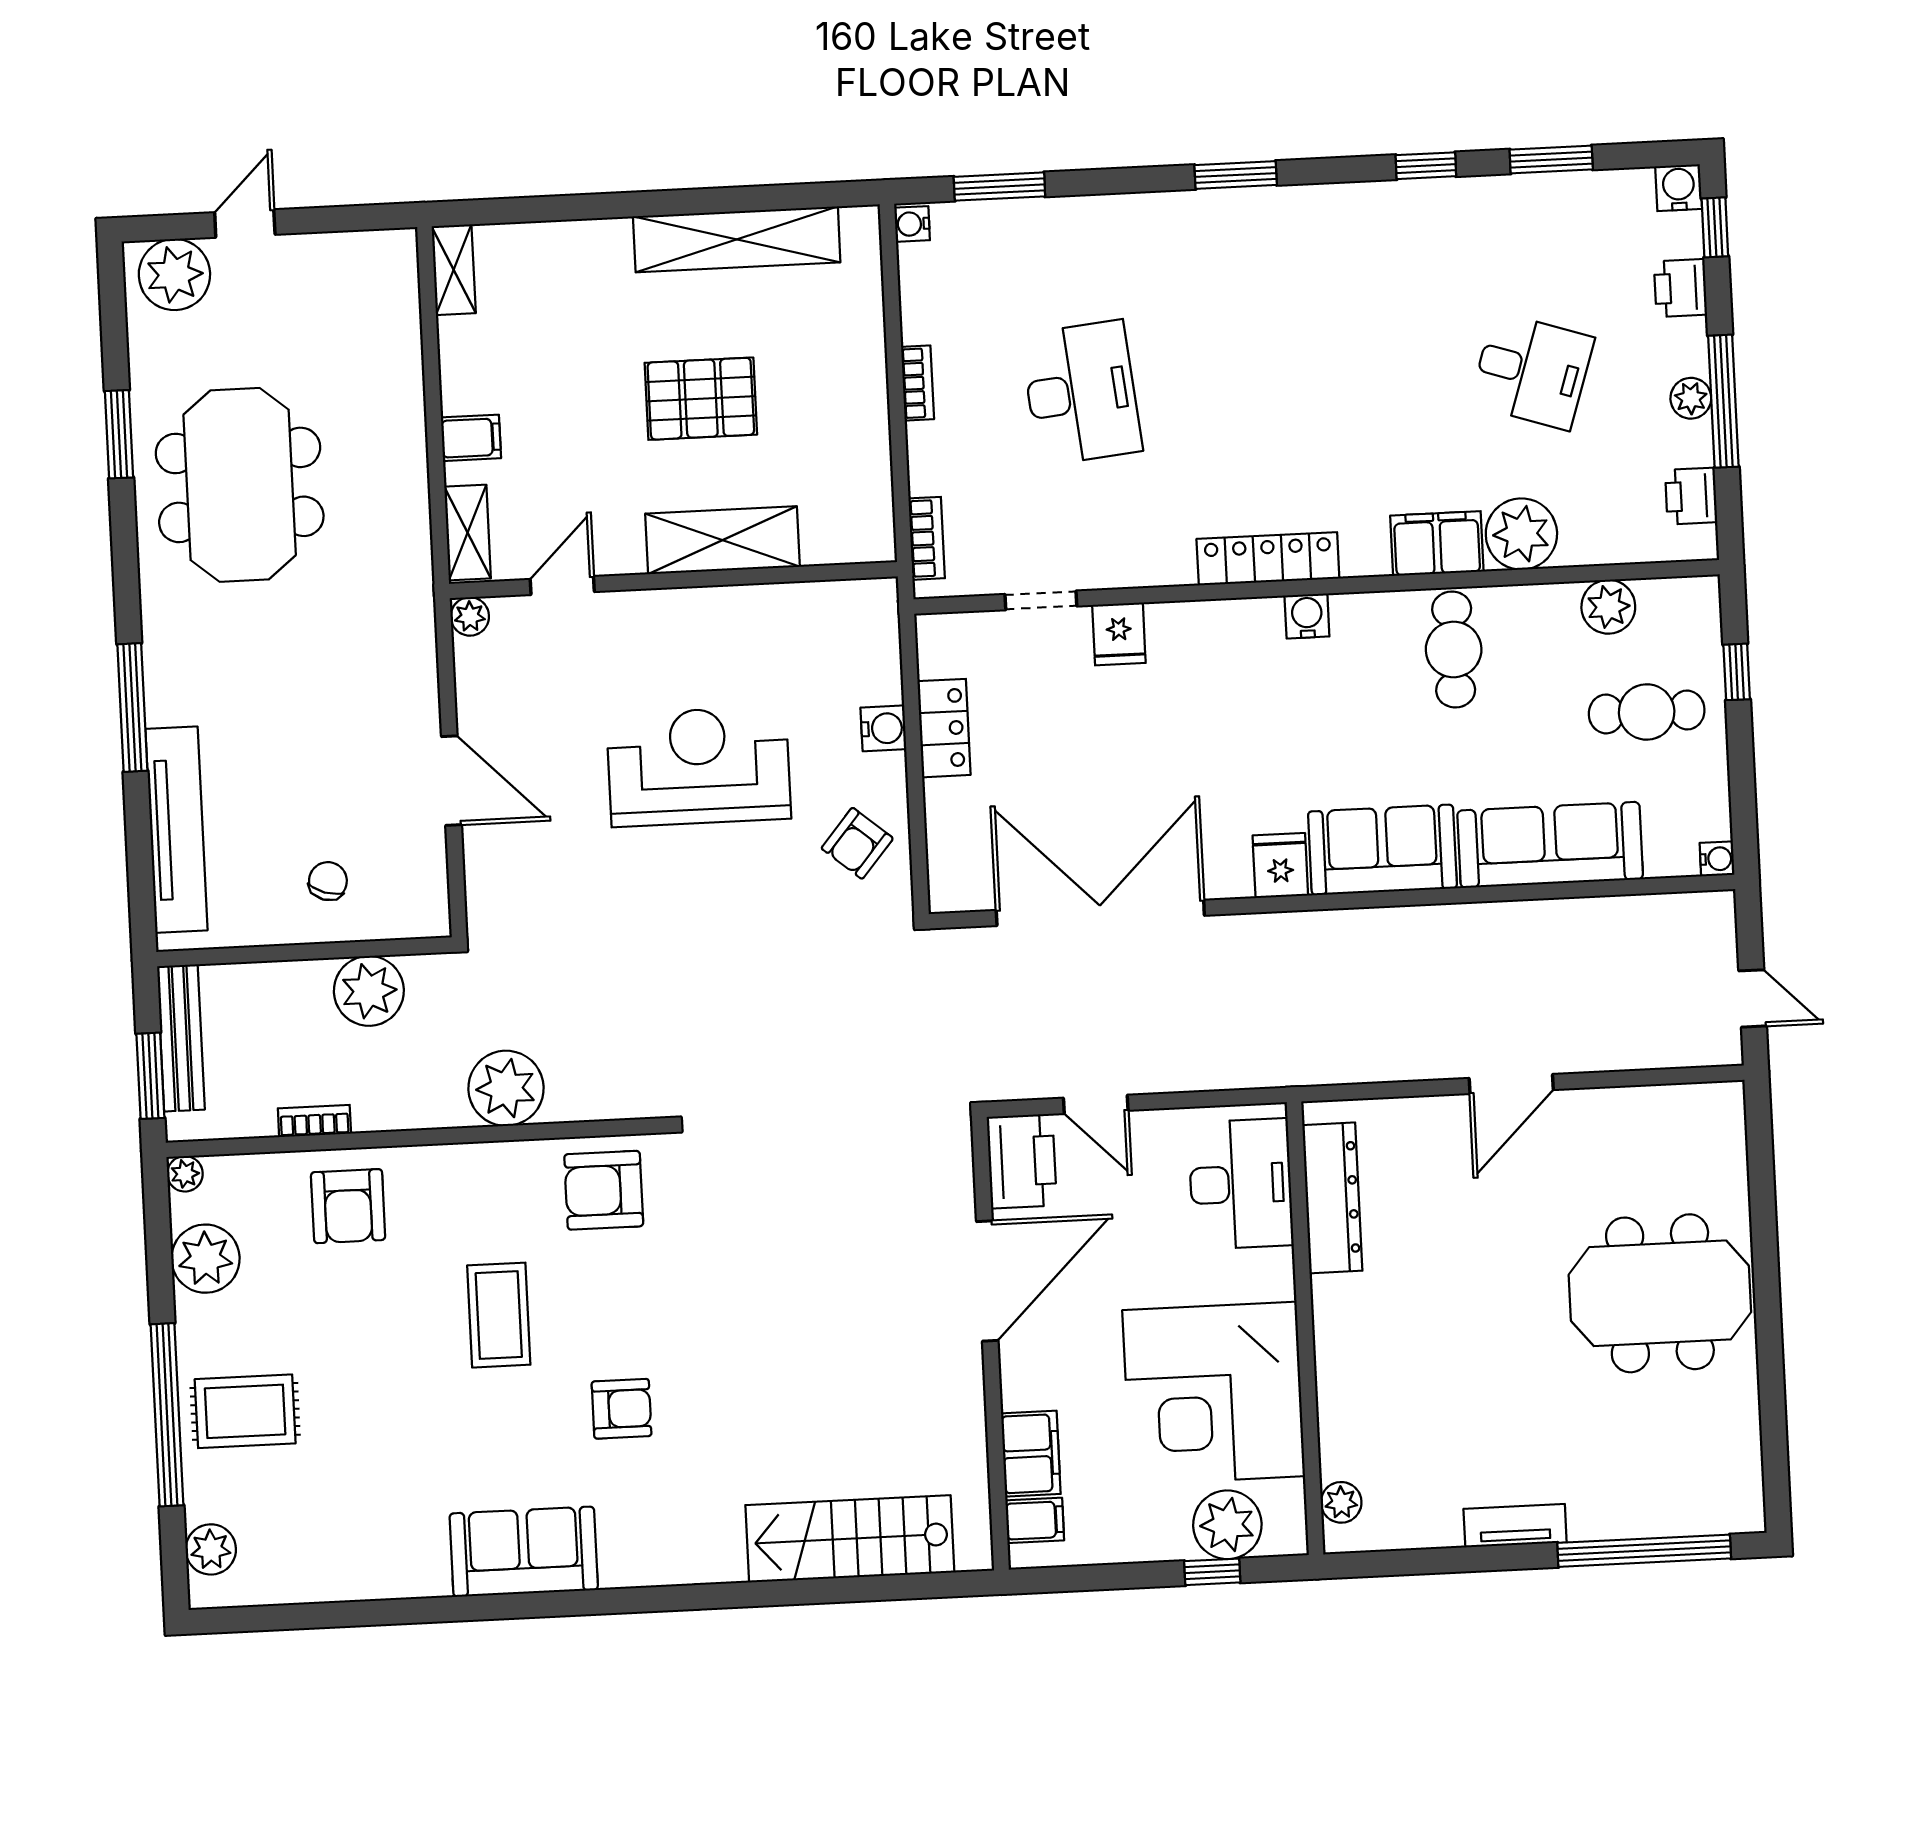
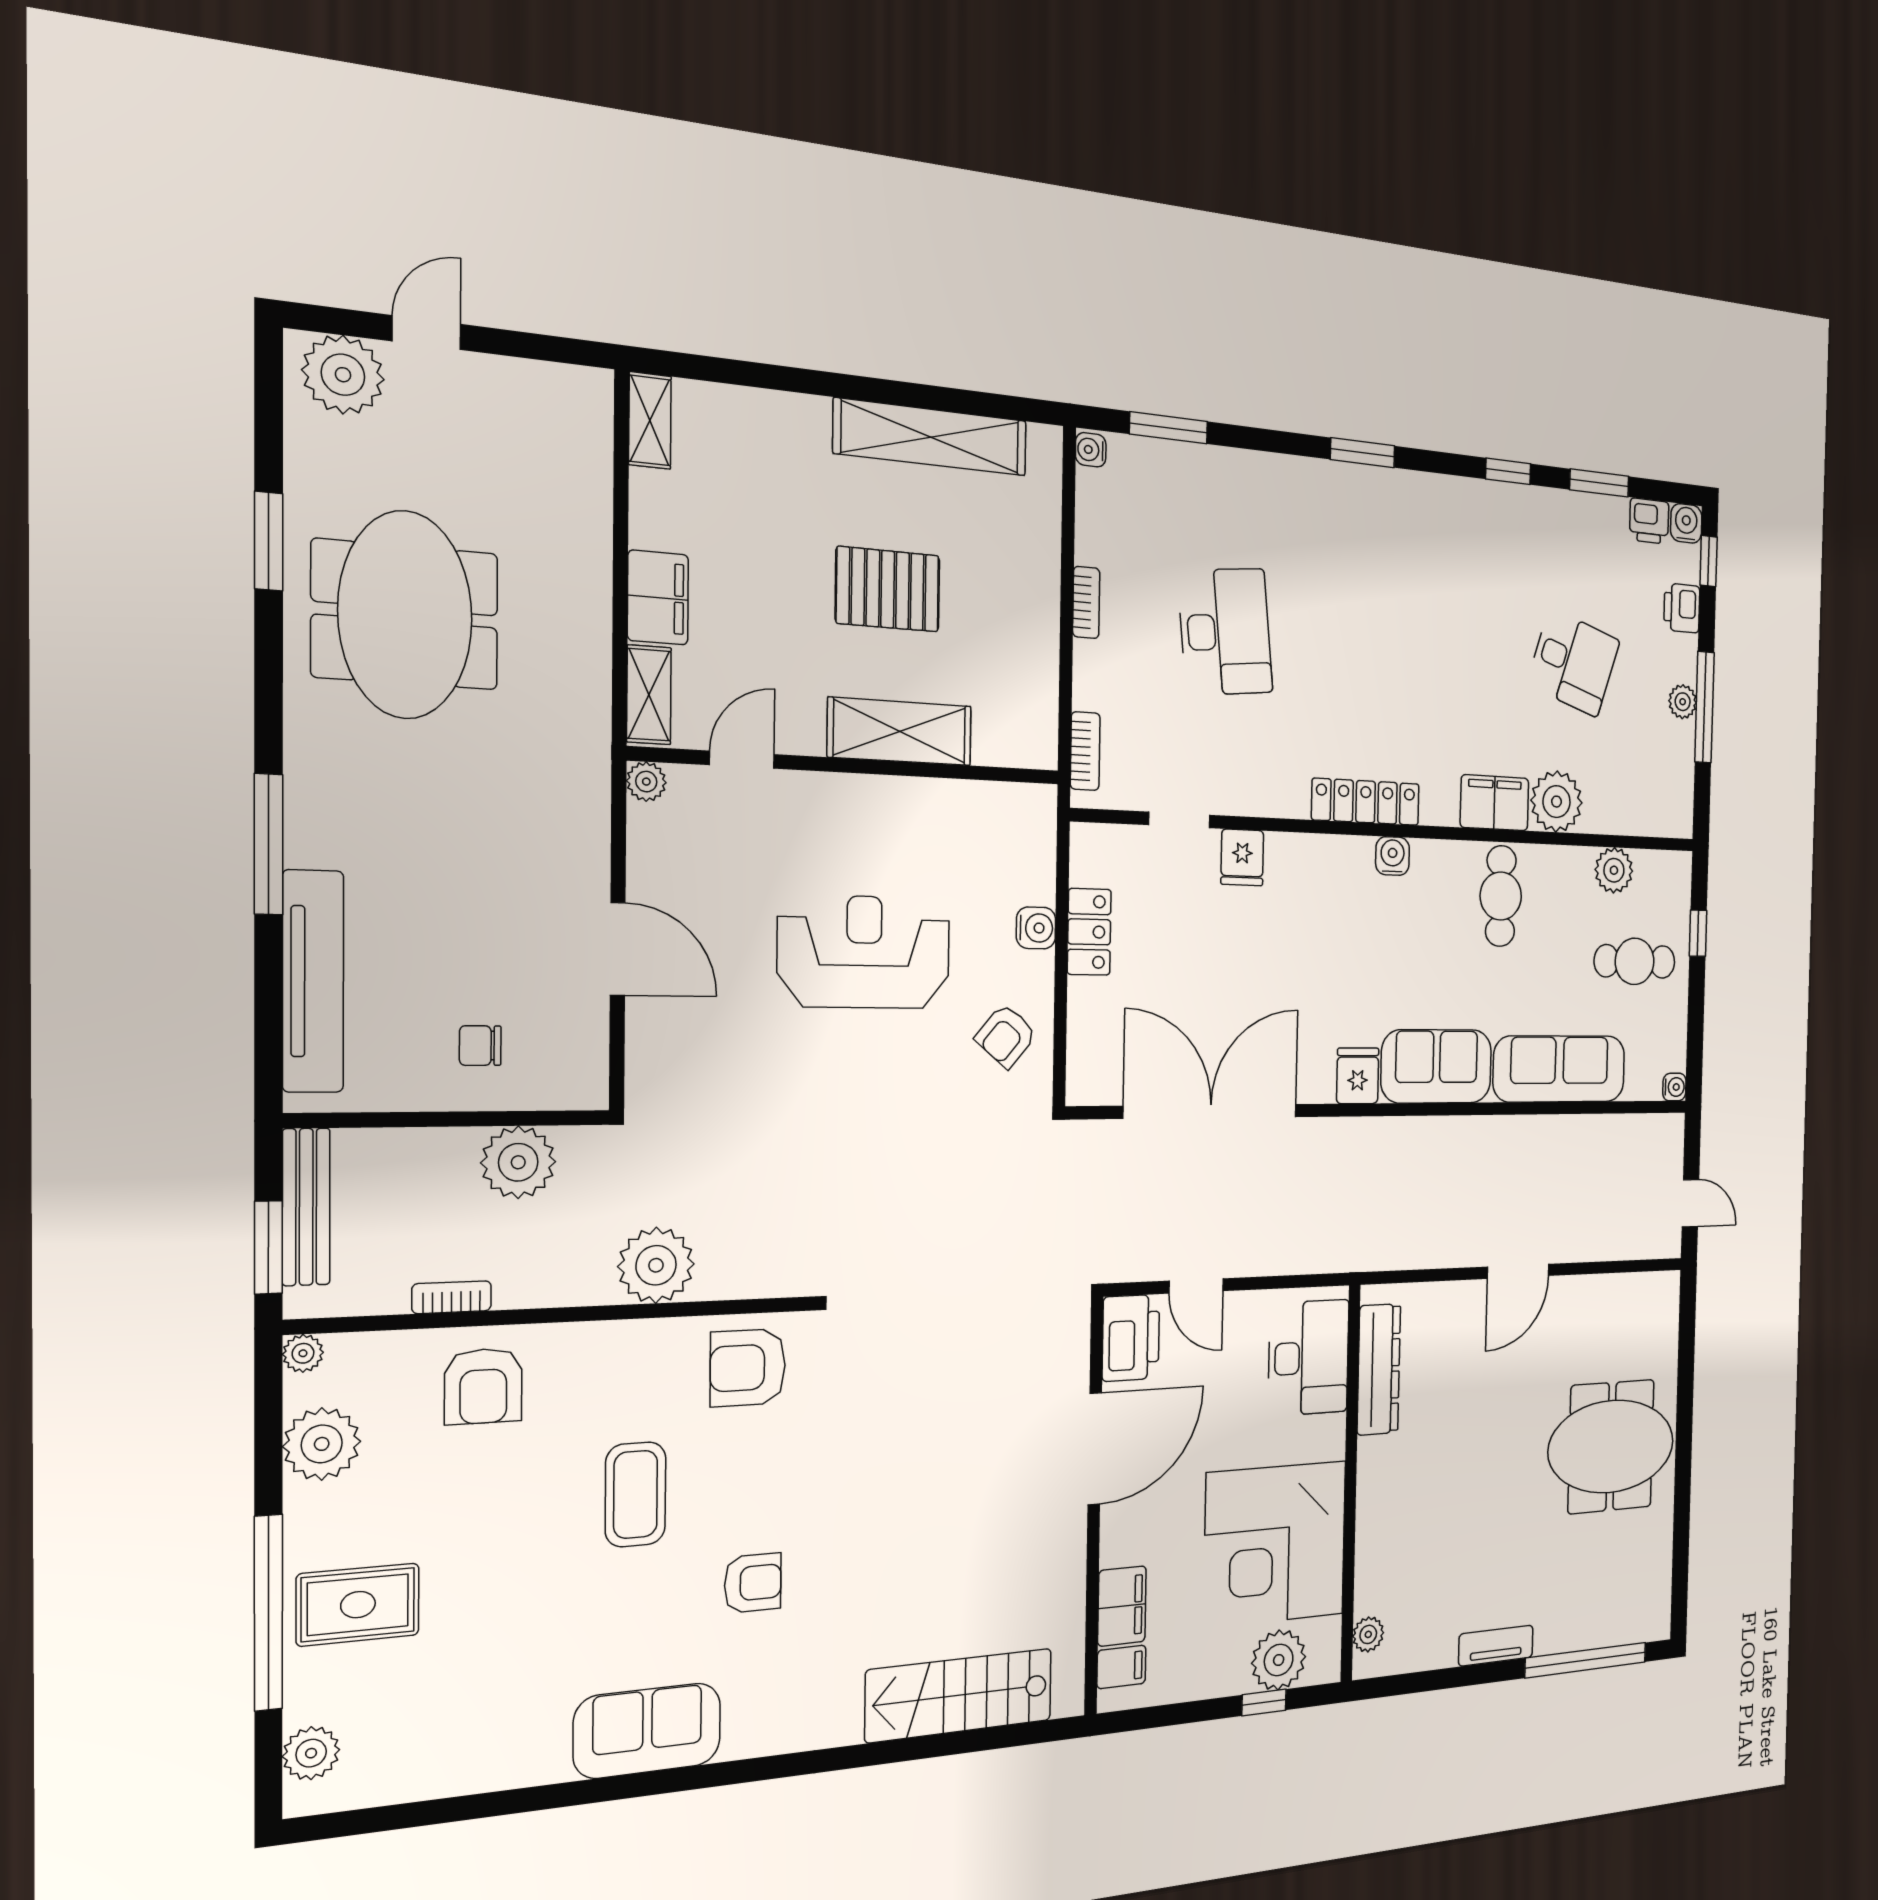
filing cabinet: (471, 438) -> (658, 598), width x2.00
printer: (1691, 496) -> (1649, 521), moved, turned -90
chair: (328, 881) -> (480, 1046), turned -108

